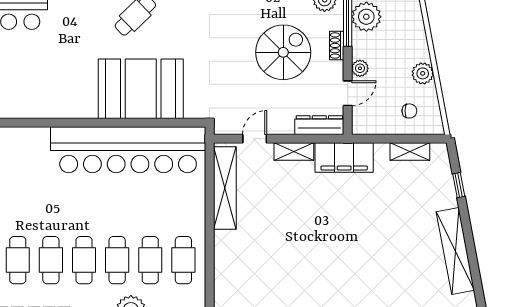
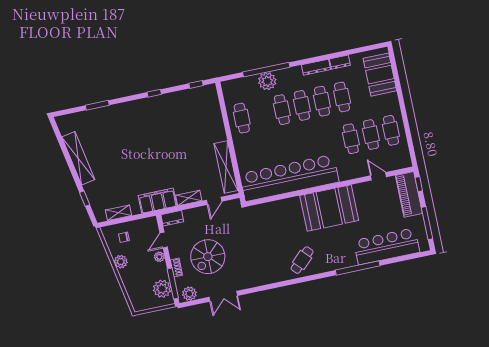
booth: (141, 89) -> (329, 208), moved
dresser: (319, 125) -> (172, 218), width x0.70
cafe table: (150, 260) -> (351, 139), moved

